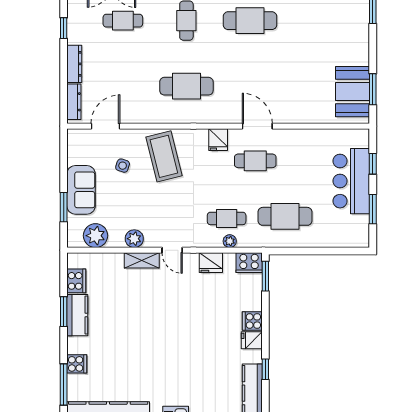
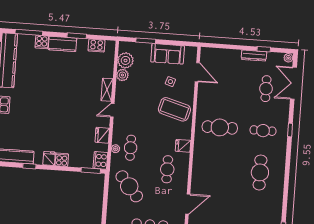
dresser: (74, 64) -> (254, 56), moved
cafe table: (186, 86) -> (220, 127), turned 90
dresser: (74, 102) -> (215, 52), removed
door: (257, 126) -> (188, 204), moved
coffee table: (164, 156) -> (174, 109), turned 30
sofa: (81, 190) -> (168, 54), moved
cafe table: (285, 216) -> (129, 186), turned -40
plant: (134, 239) -> (122, 75), moved
kitchen counter: (77, 315) -> (62, 44), moved

